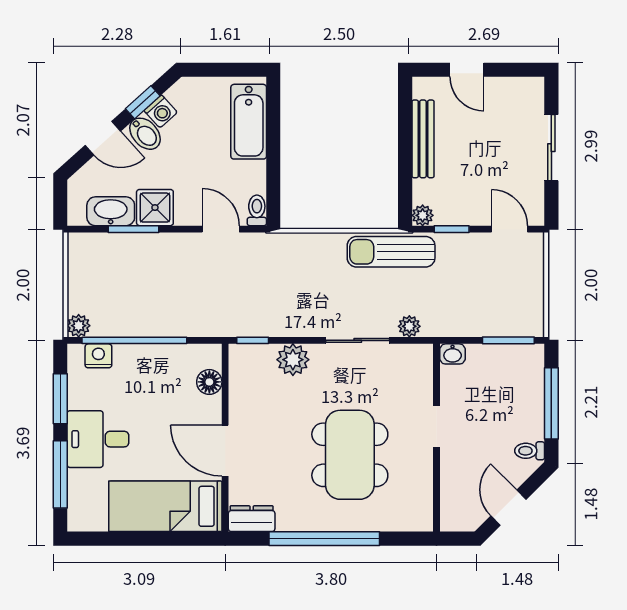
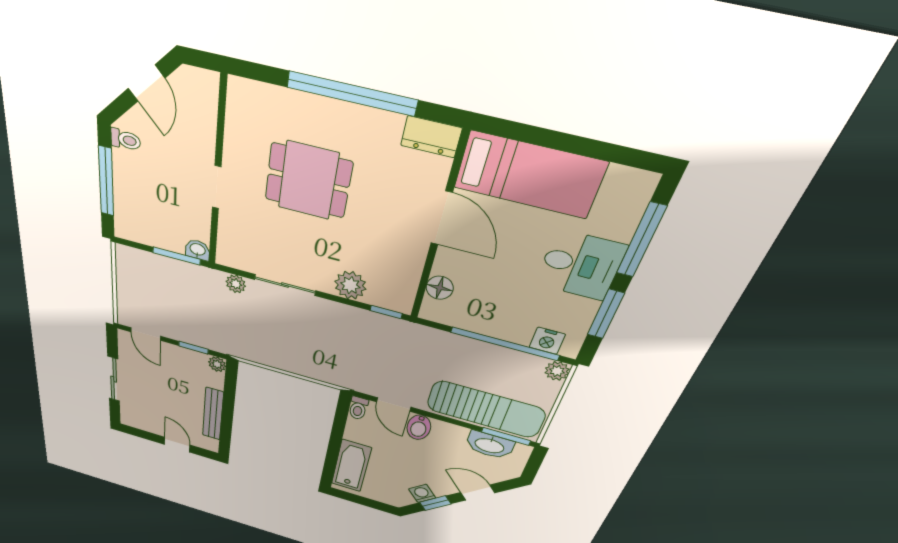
bidet: (145, 134) -> (419, 427), moved, turned -138
shower: (155, 208) -> (448, 436), removed
window: (134, 229) -> (506, 436), moved
sun lounger: (391, 252) -> (485, 409), moved, width x1.36, depth x1.34
window: (508, 340) -> (176, 256), moved
dining table: (350, 455) -> (308, 181), width x0.73

